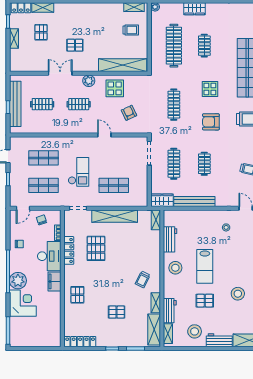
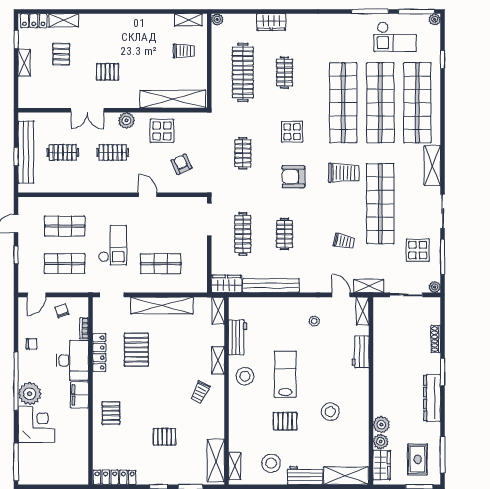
double door: (60, 73) -> (87, 110), swing flipped
clothes rail: (174, 105) -> (243, 153), width x0.73
lab bench: (205, 266) -> (285, 374), turned 180
shelving: (156, 303) -> (218, 360), moved
workbench: (170, 311) -> (237, 435), removed

